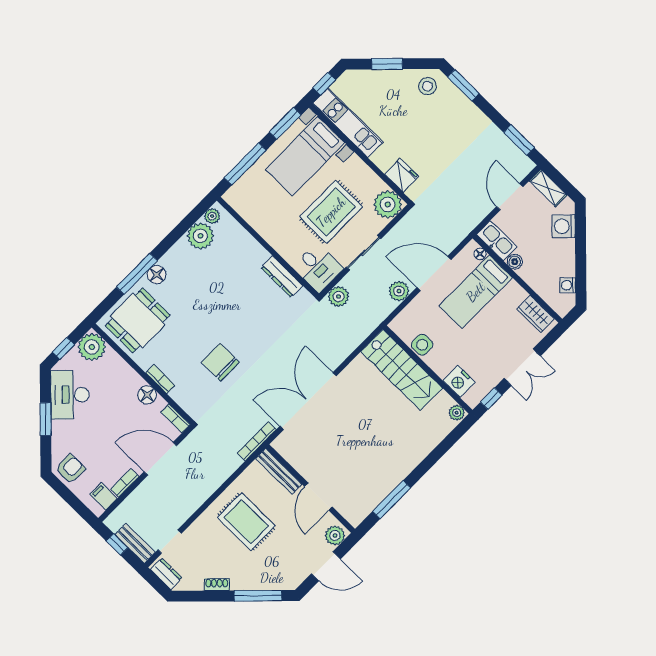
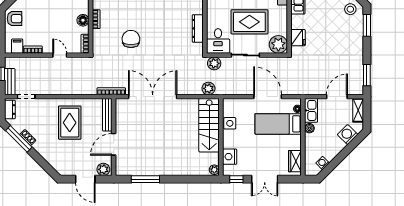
plant: (399, 291) -> (208, 88), moved
door: (160, 459) -> (60, 55), width x0.53
window: (258, 596) -> (19, 139), moved

